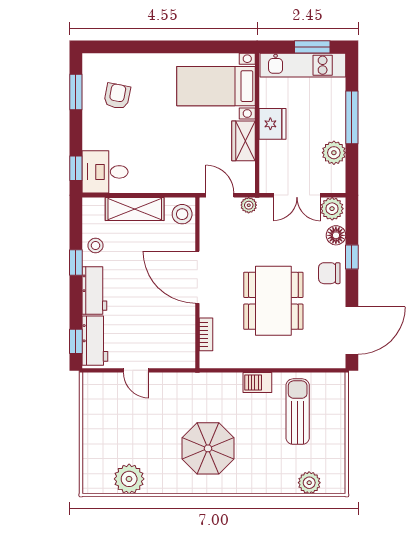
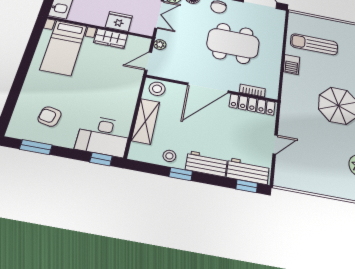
fridge: (273, 124) -> (119, 22), moved
desk: (105, 172) -> (103, 136), width x1.37
locker: (186, 336) -> (252, 105), added

